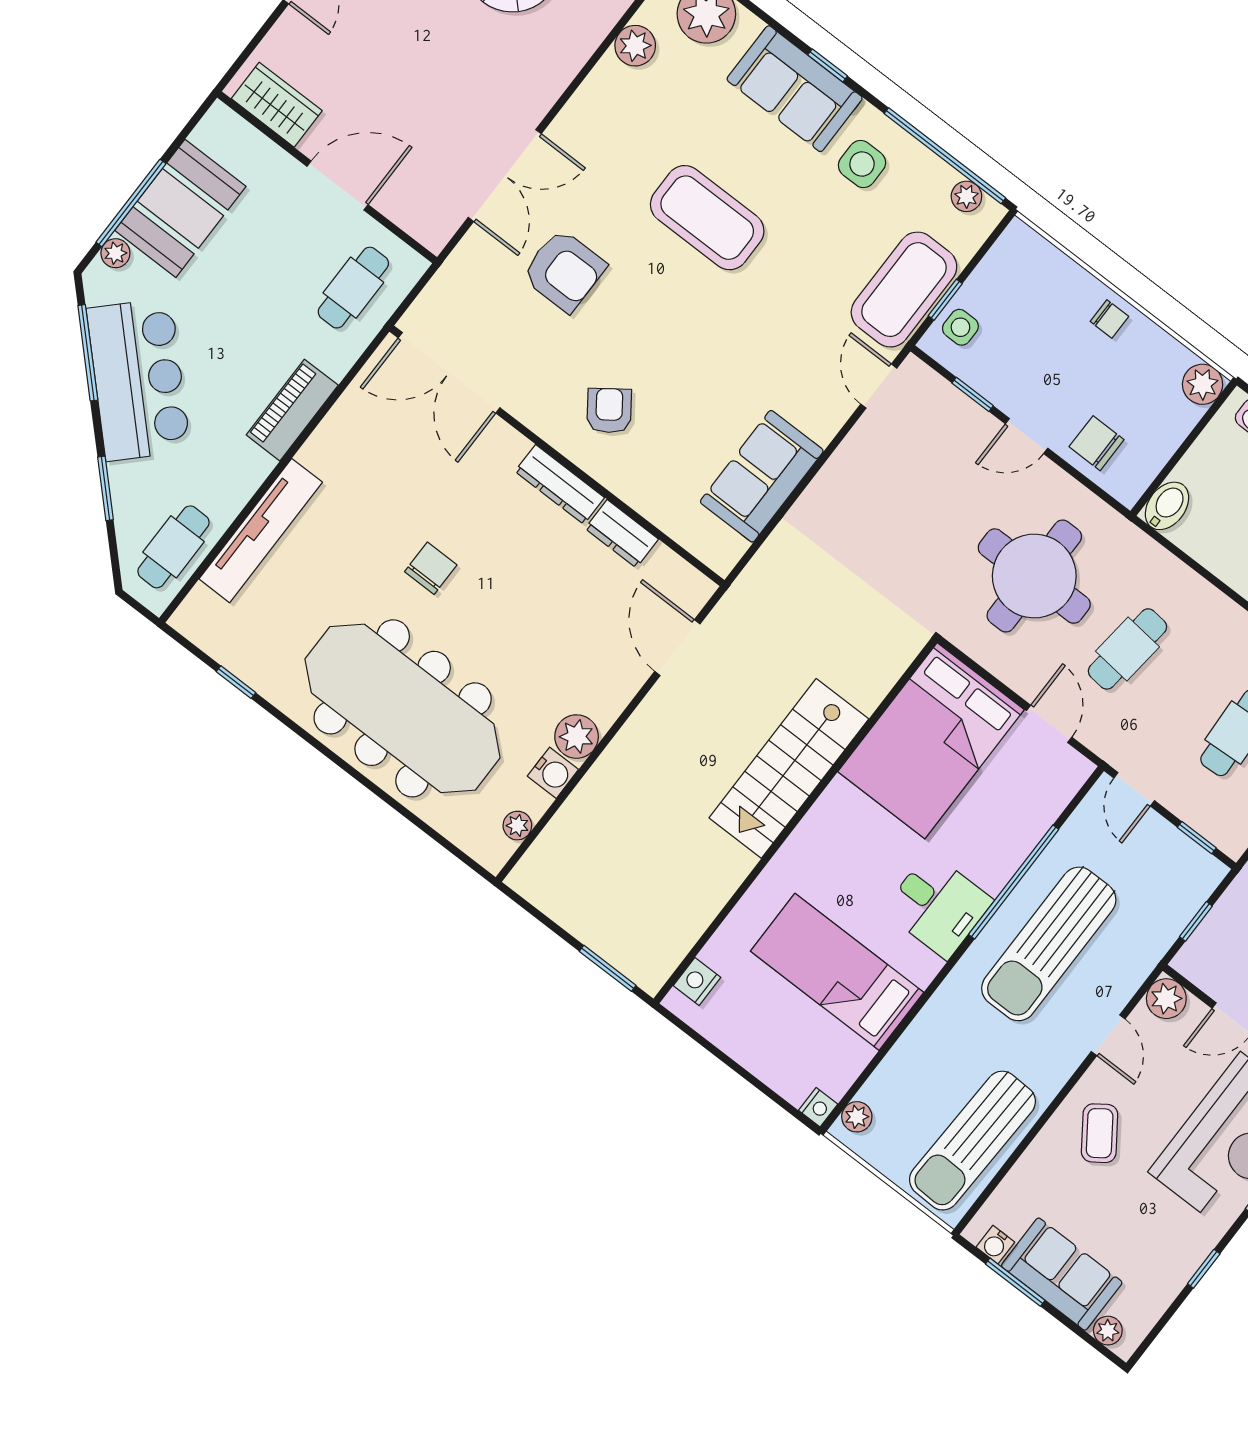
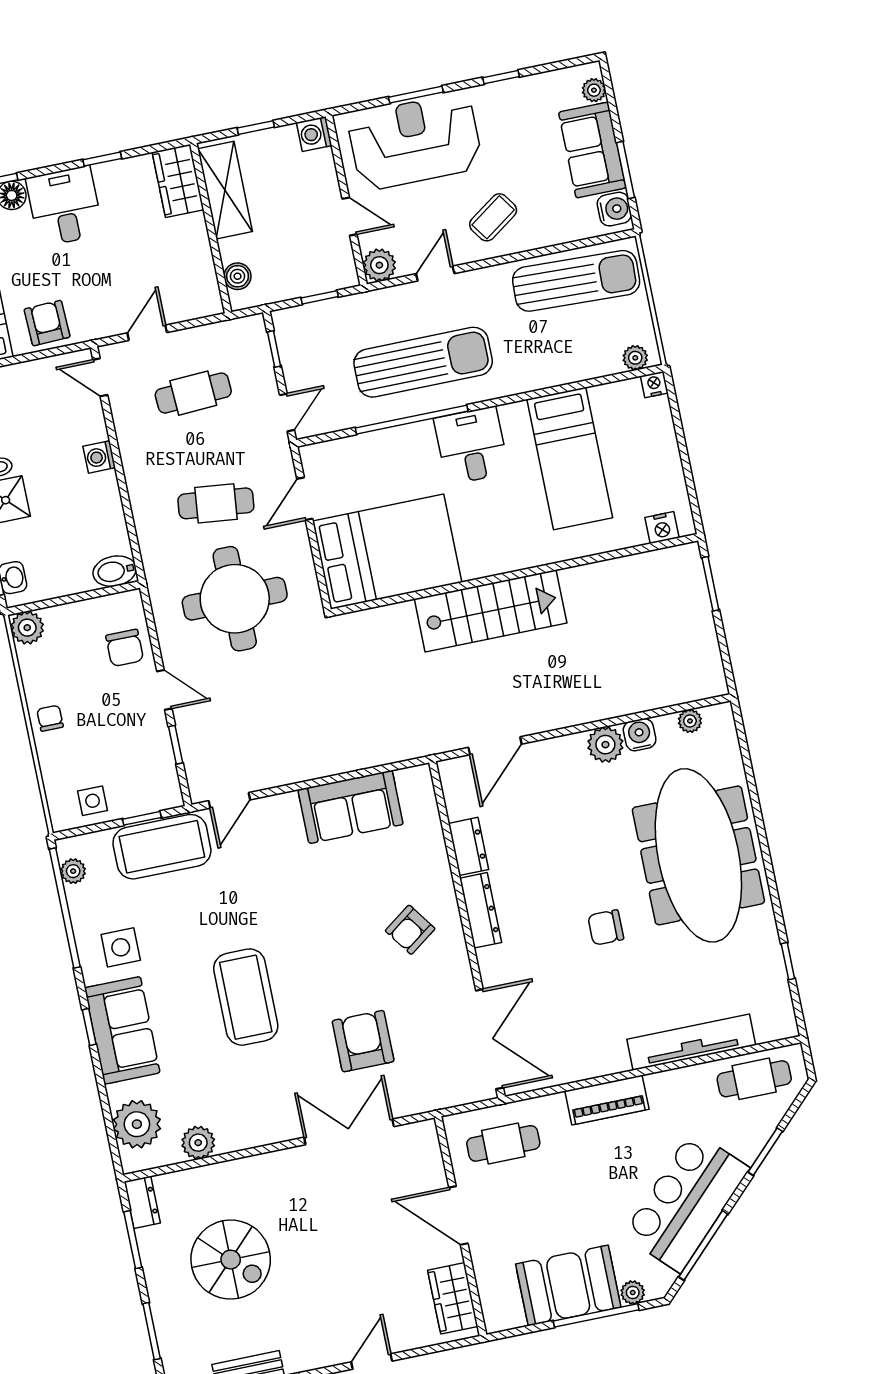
side table: (960, 327) -> (93, 801), moved
water cooler: (995, 1245) -> (614, 209), width x1.38, depth x1.38

